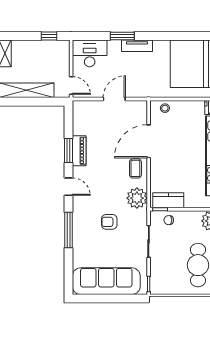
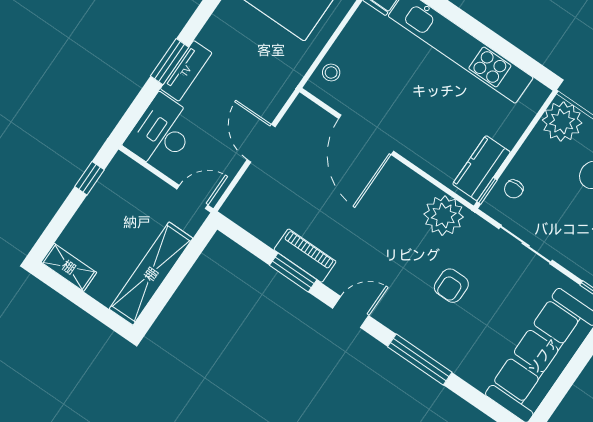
tv unit: (137, 46) -> (186, 71), moved
coffee table: (135, 168) -> (395, 185), removed

